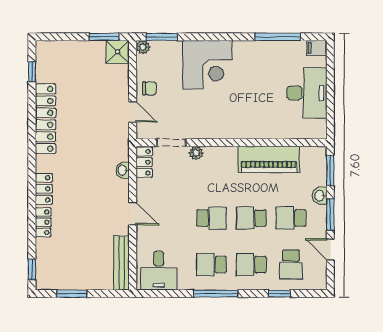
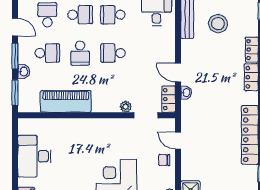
door: (133, 214) -> (178, 72), moved
school desk: (251, 218) -> (80, 53), turned 90
stool: (84, 254) -> (218, 24), added
school desk: (212, 265) -> (113, 15), turned 180

